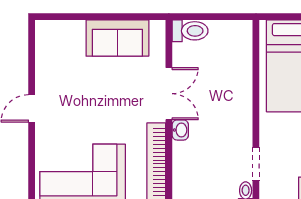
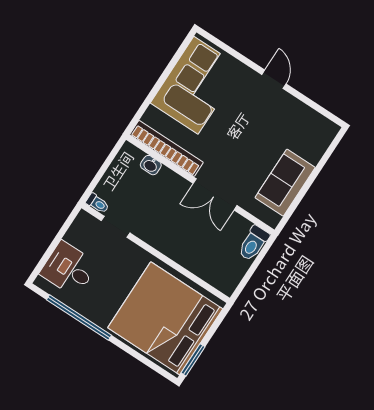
washbasin: (180, 130) -> (151, 165), moved

